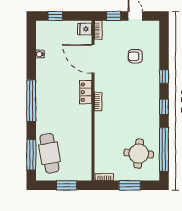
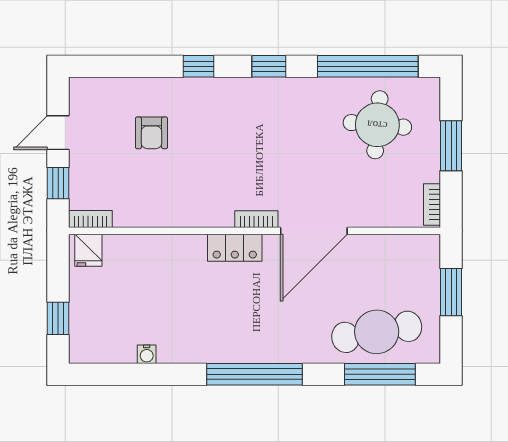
door: (93, 59) -> (314, 231), moved

